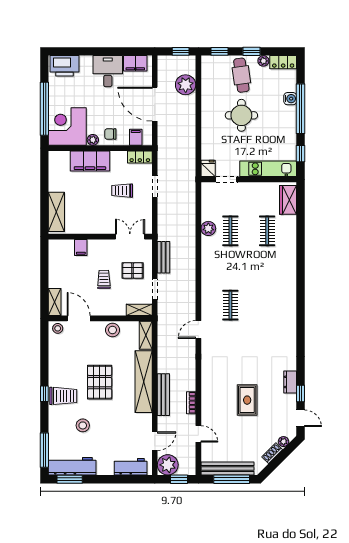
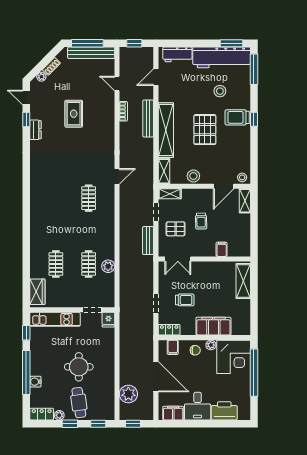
printer: (65, 66) -> (224, 411), moved
door: (79, 318) -> (224, 186), hinge flipped
plant: (168, 465) -> (144, 56), removed
workbench: (72, 466) -> (222, 57), width x1.36, depth x1.32

